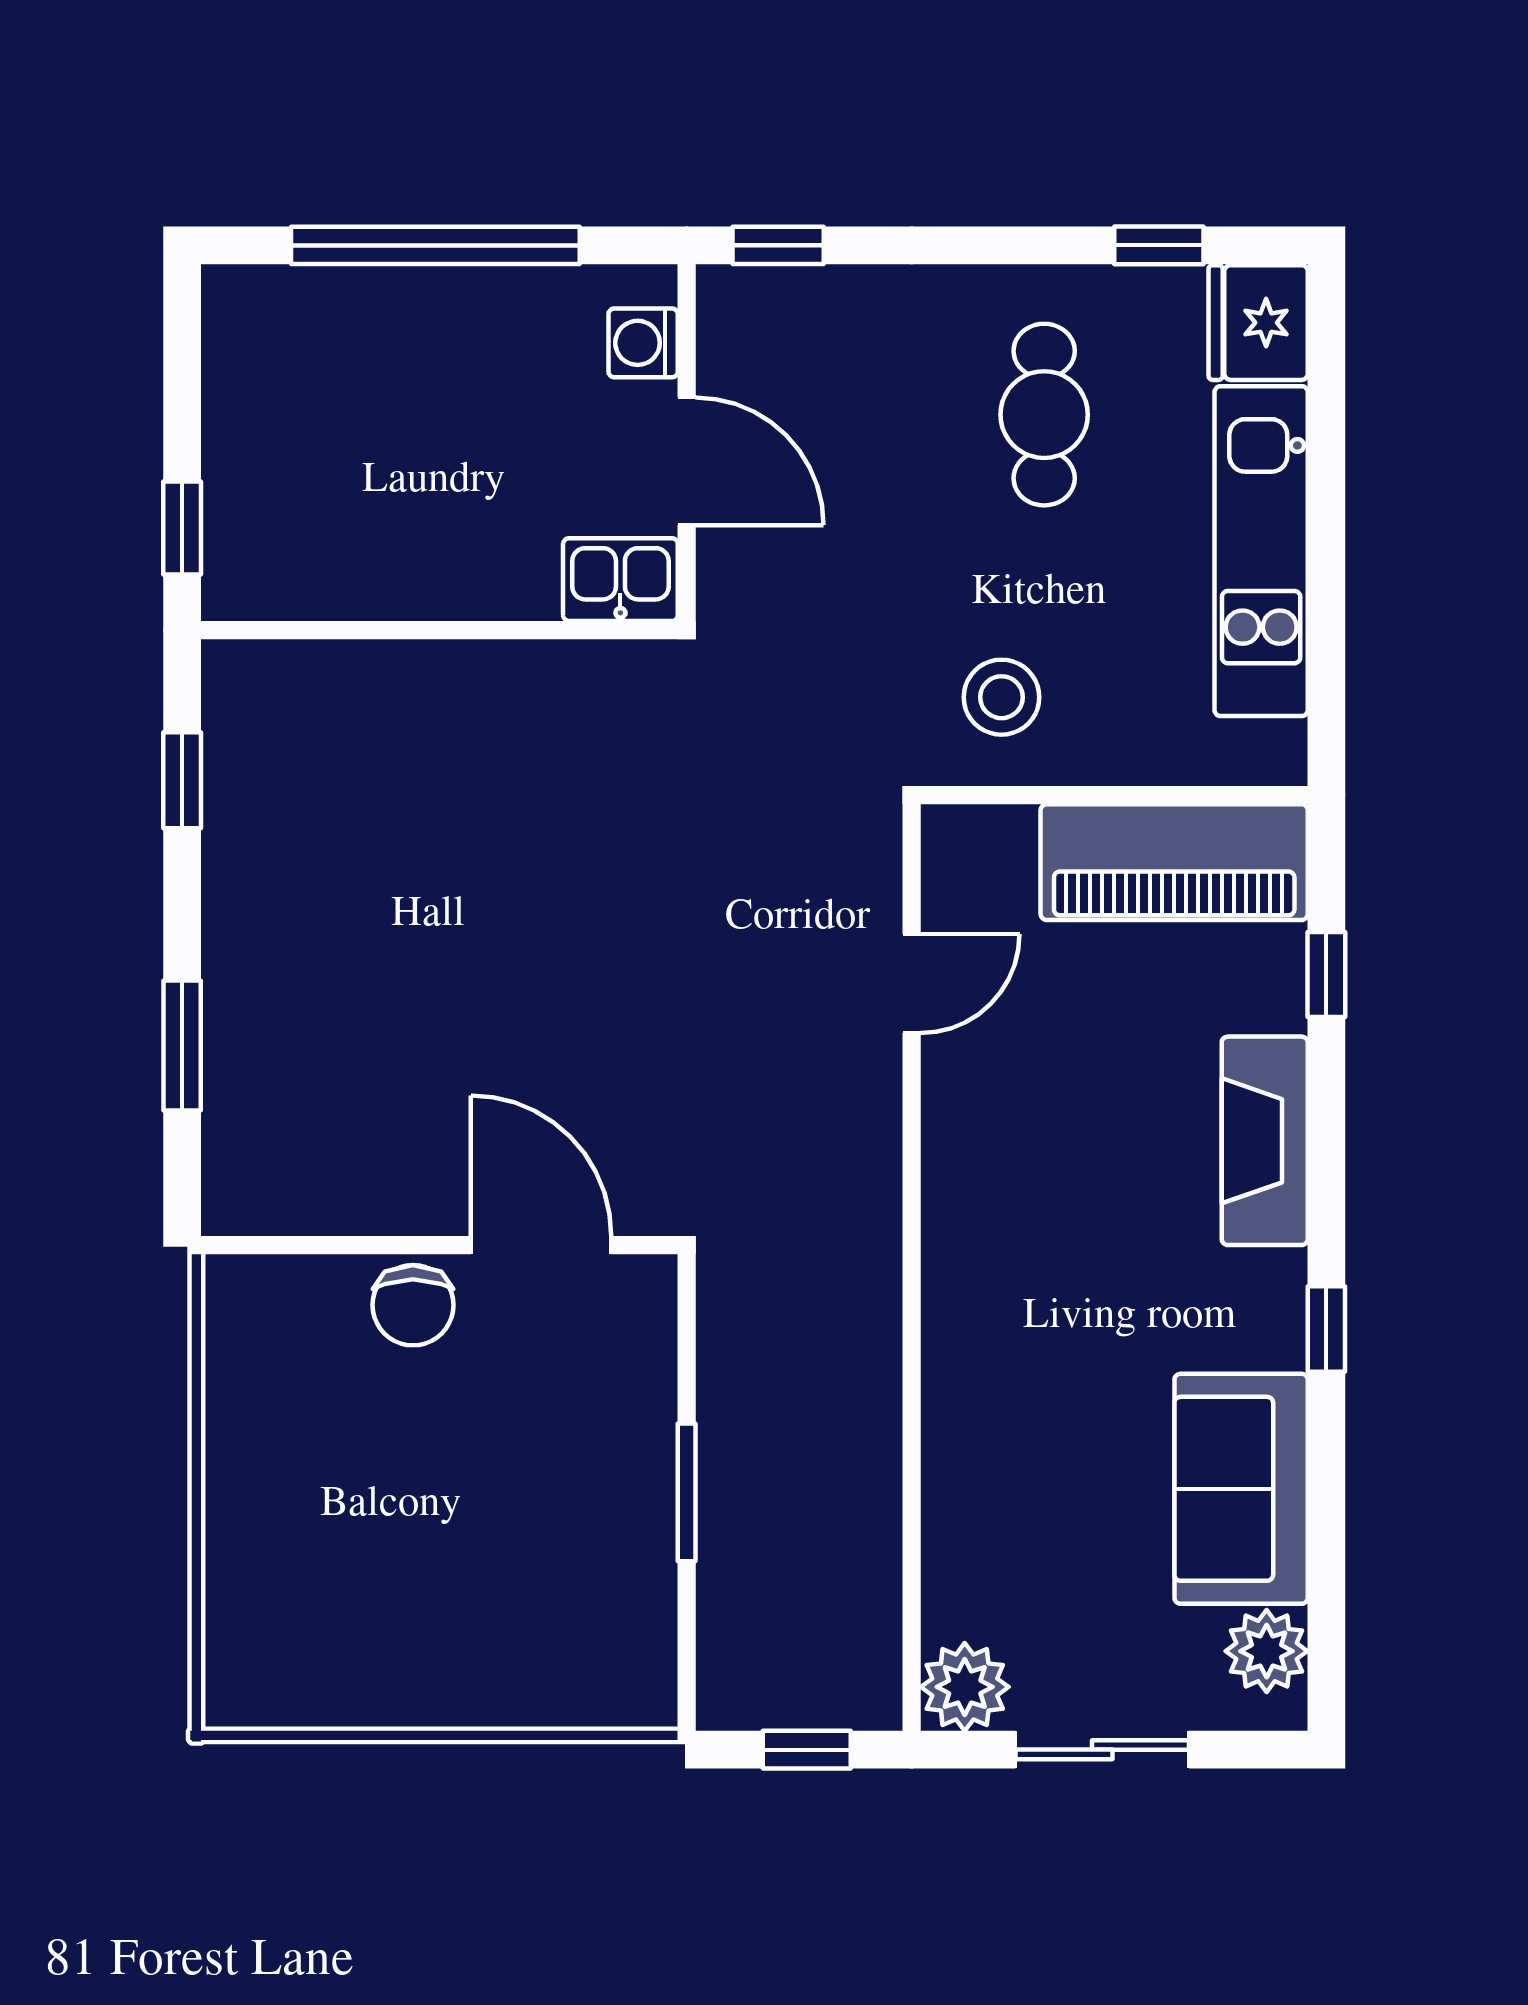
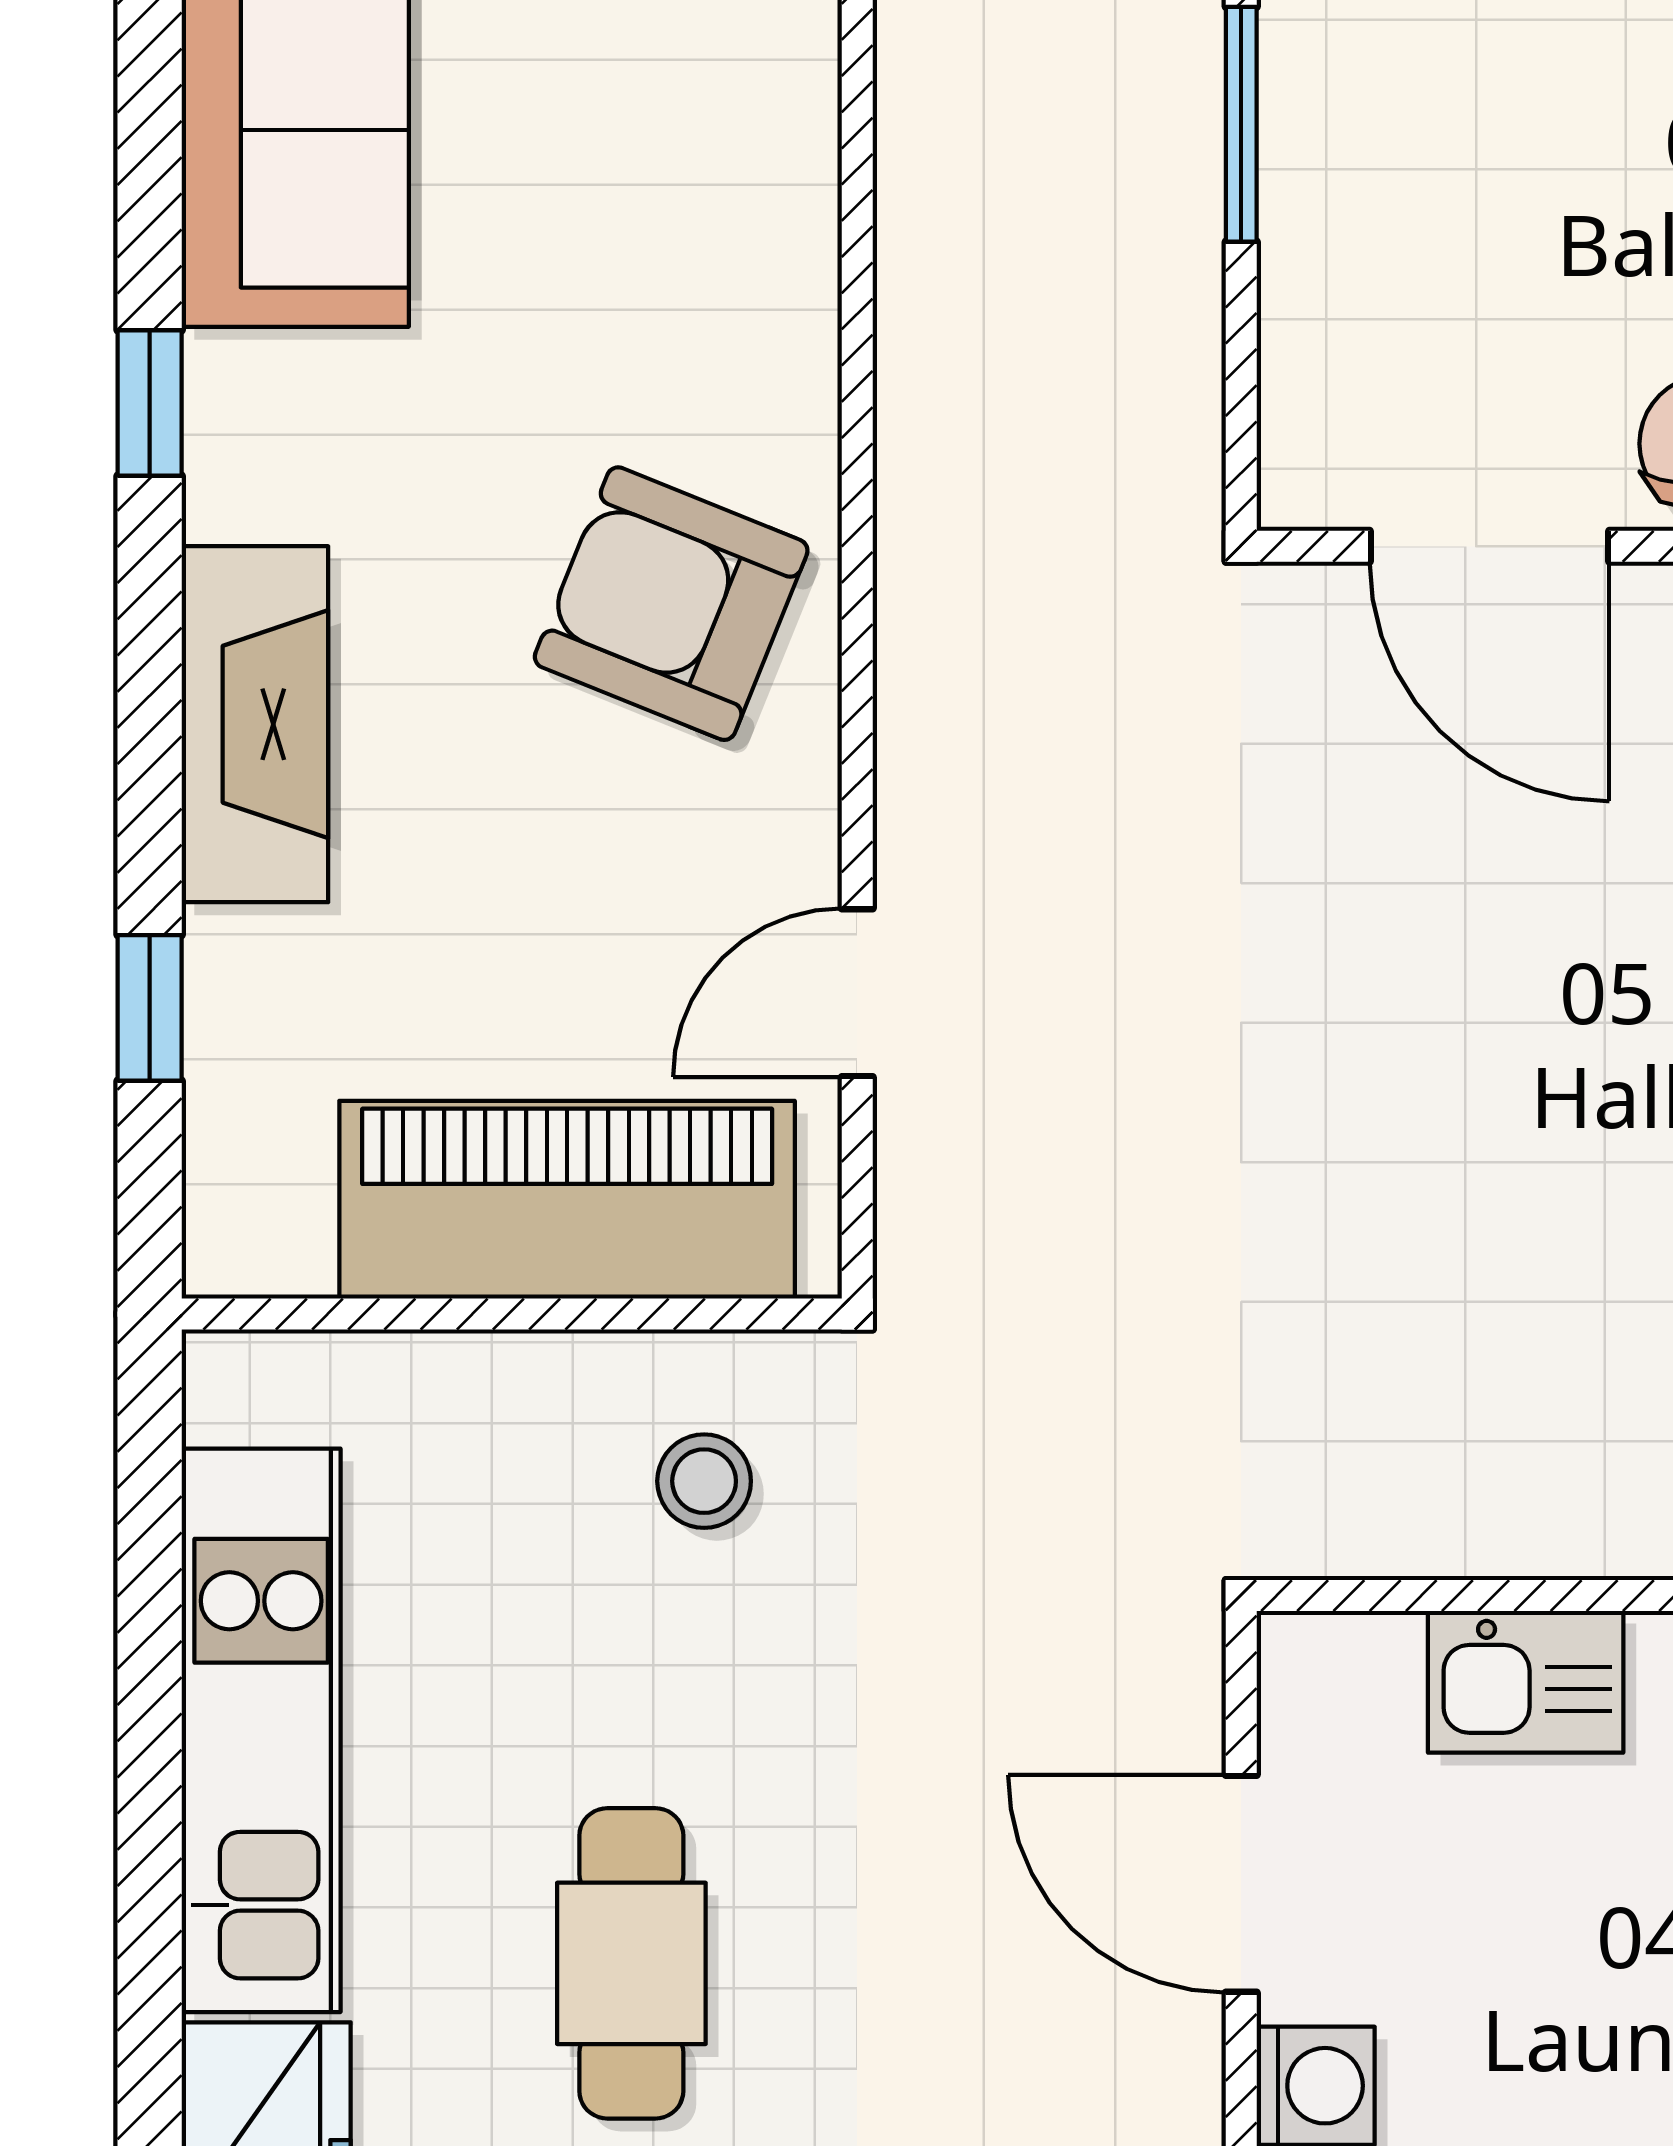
kitchen sink: (620, 580) -> (1526, 1682), moved
stool: (1001, 697) -> (704, 1481), width x0.73, depth x0.73
piano: (1174, 862) -> (567, 1200), moved
armchair: (1021, 1211) -> (671, 604), added

